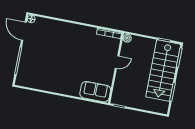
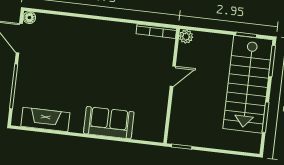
fireplace: (36, 83) -> (45, 120), added
sofa: (95, 92) -> (109, 123), moved

